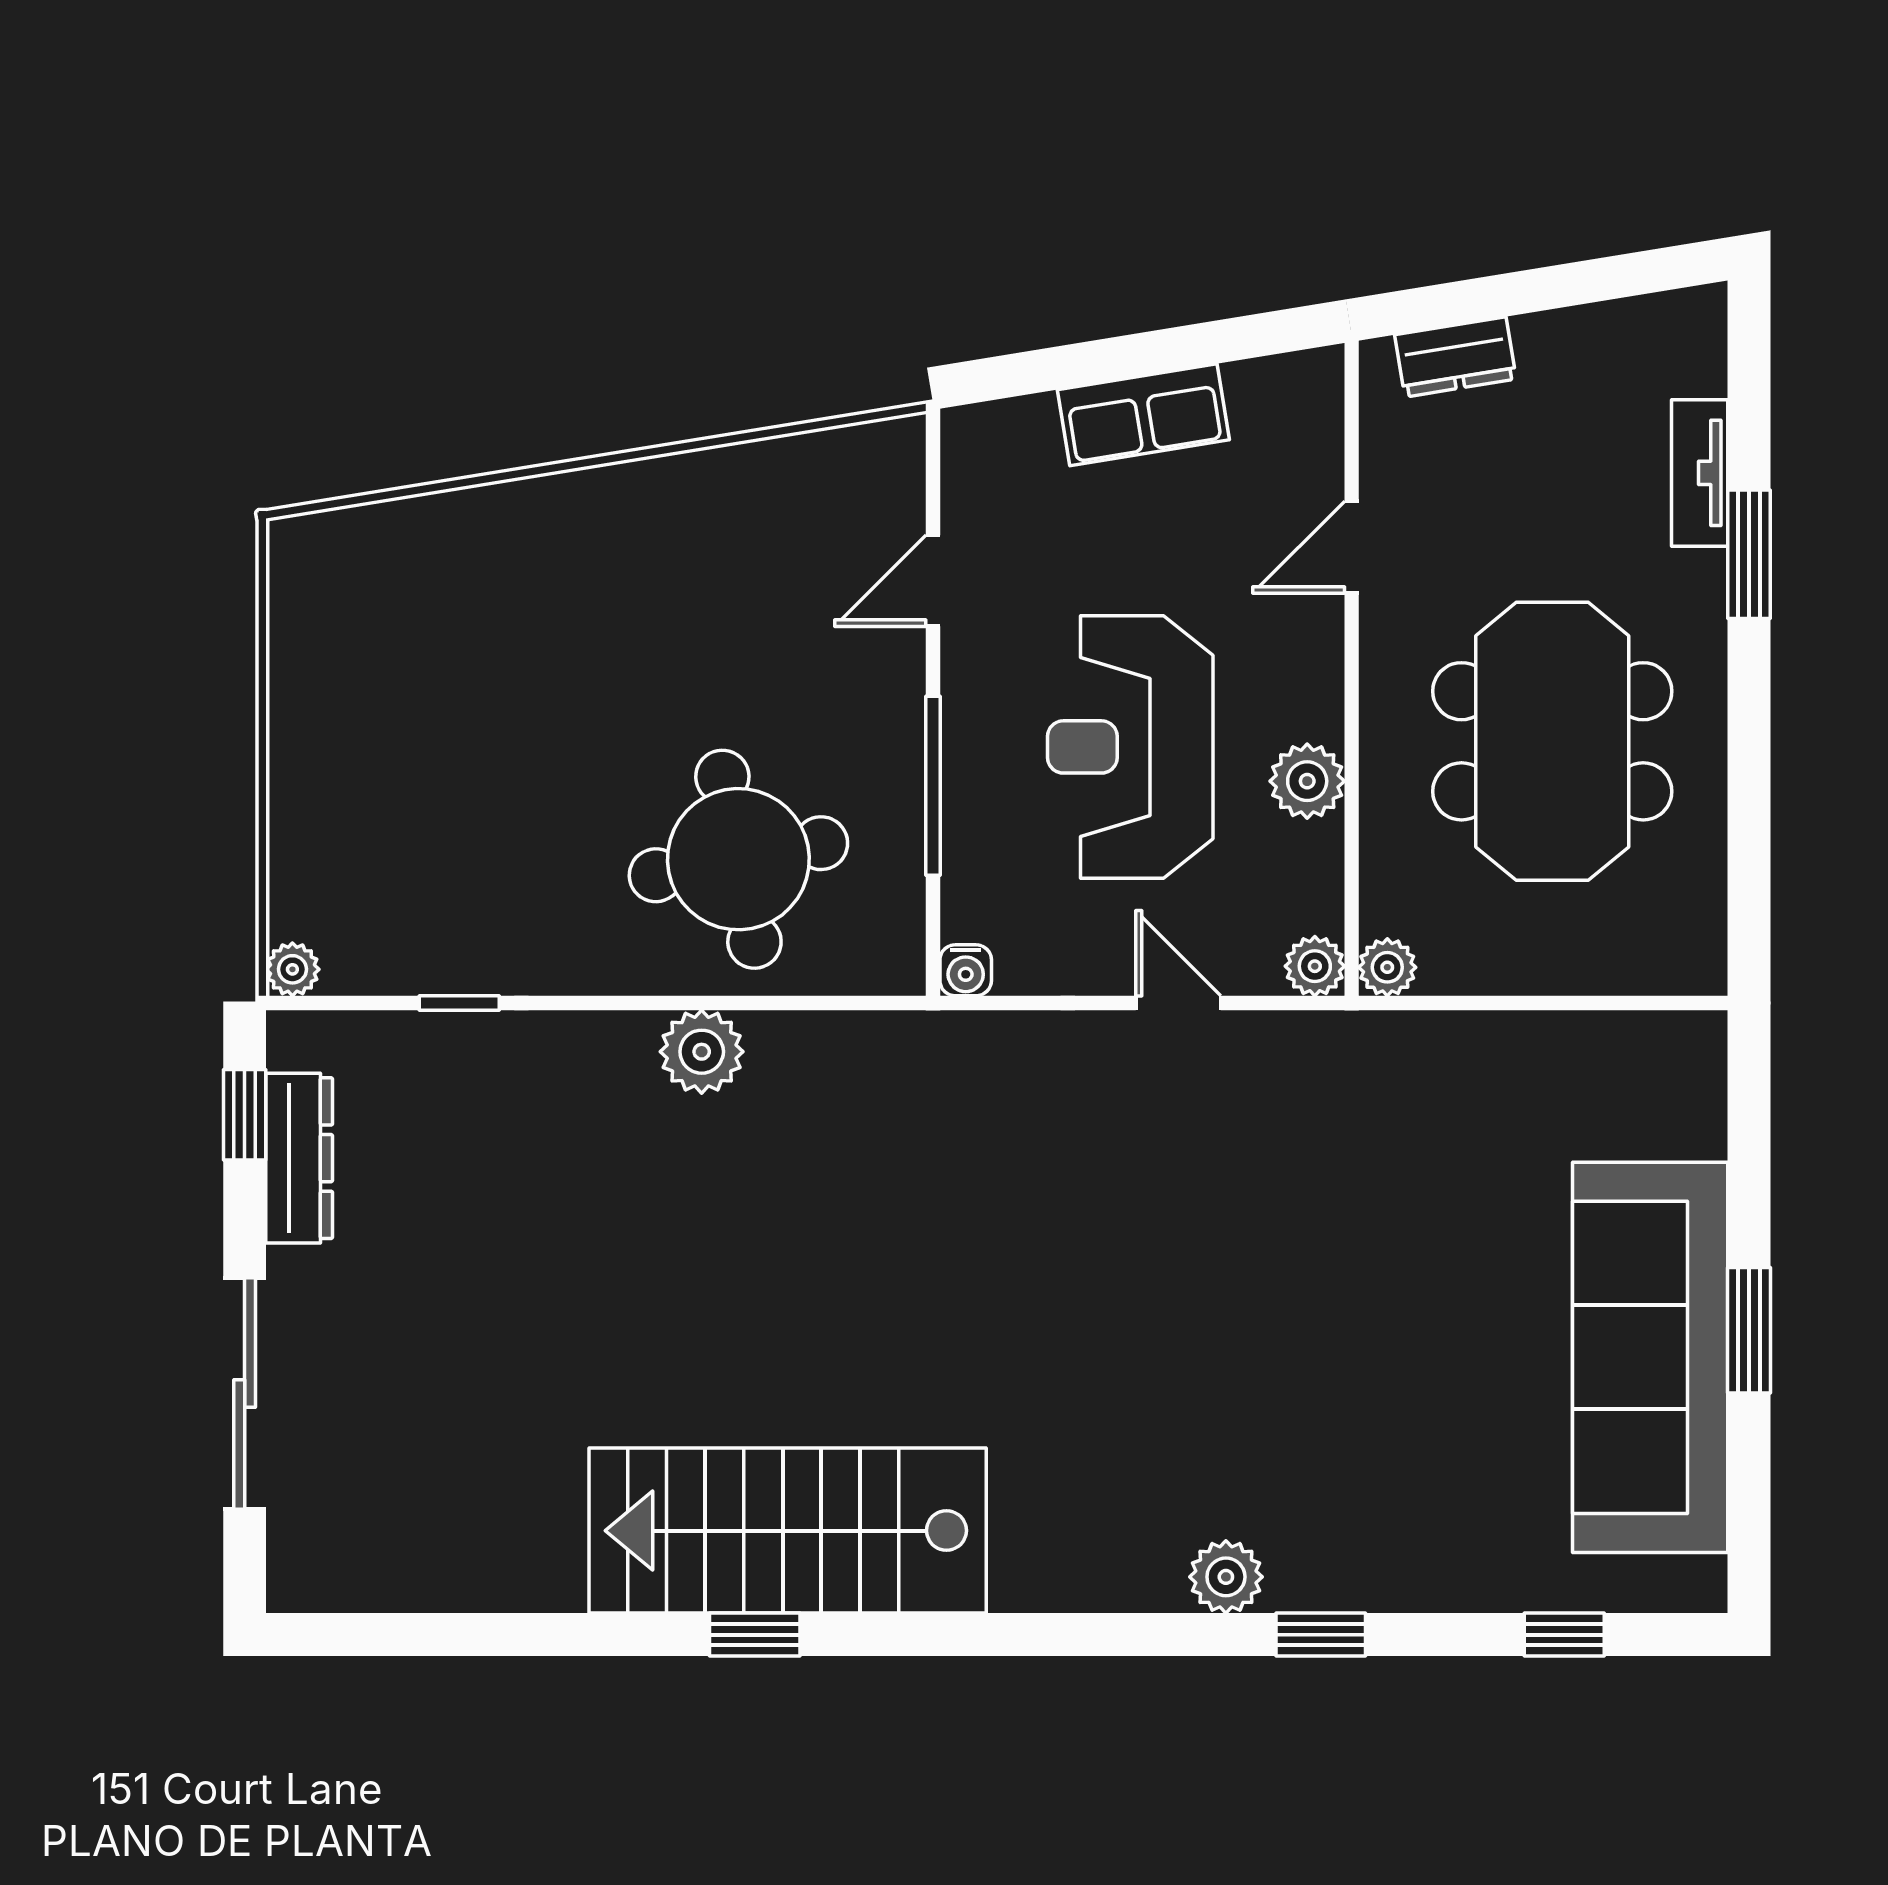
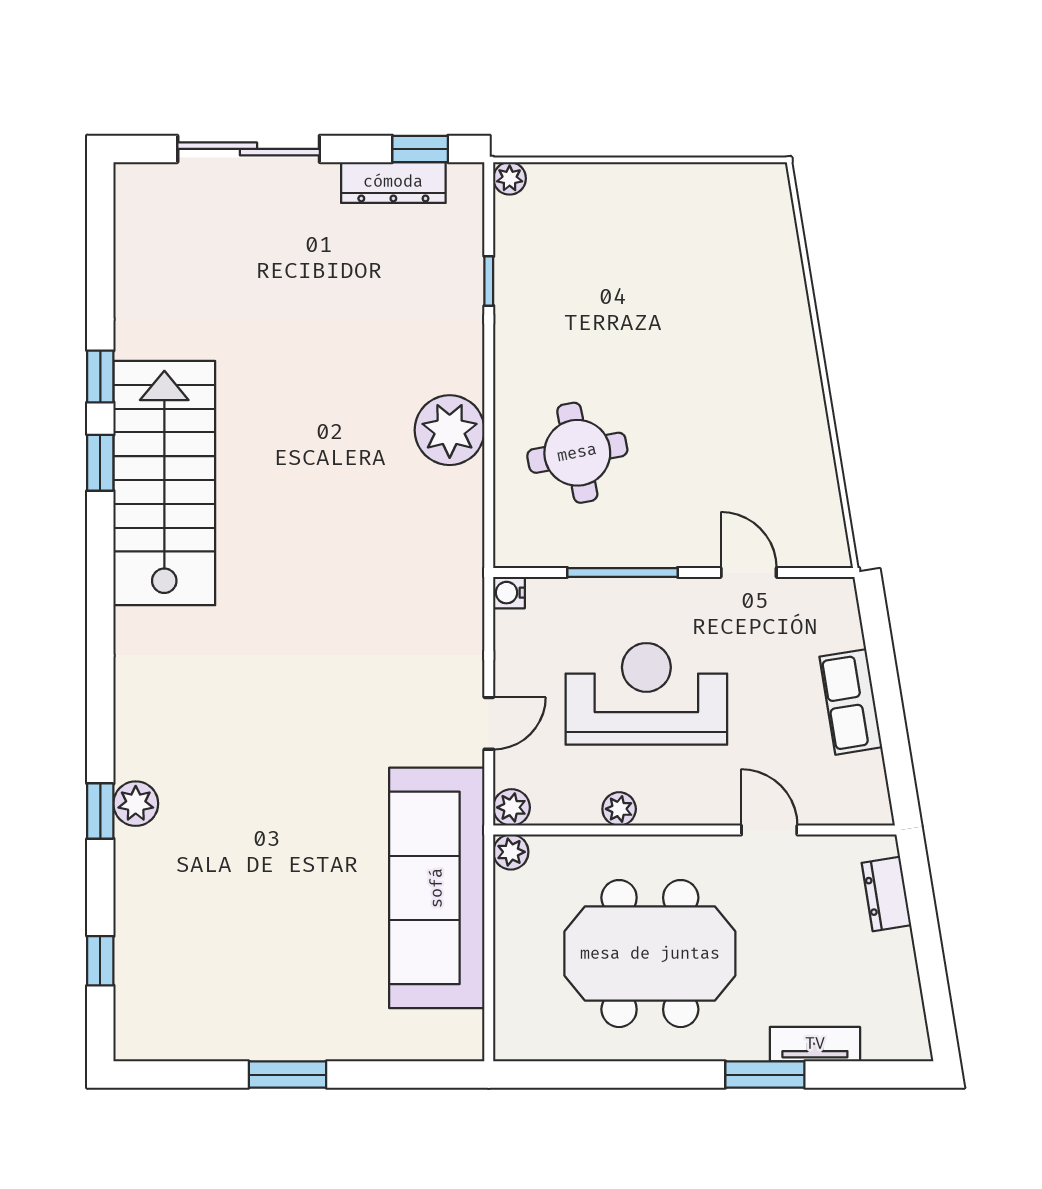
plant: (1307, 781) -> (619, 809), width x0.73, depth x0.73
round table: (738, 859) -> (577, 453), width x0.73, depth x0.73
plant: (702, 1052) -> (450, 430), width x1.36, depth x1.36
sofa: (1650, 1357) -> (437, 888), moved, turned -90
plant: (1226, 1577) -> (136, 804), moved
window: (614, 1635) -> (100, 376), added

